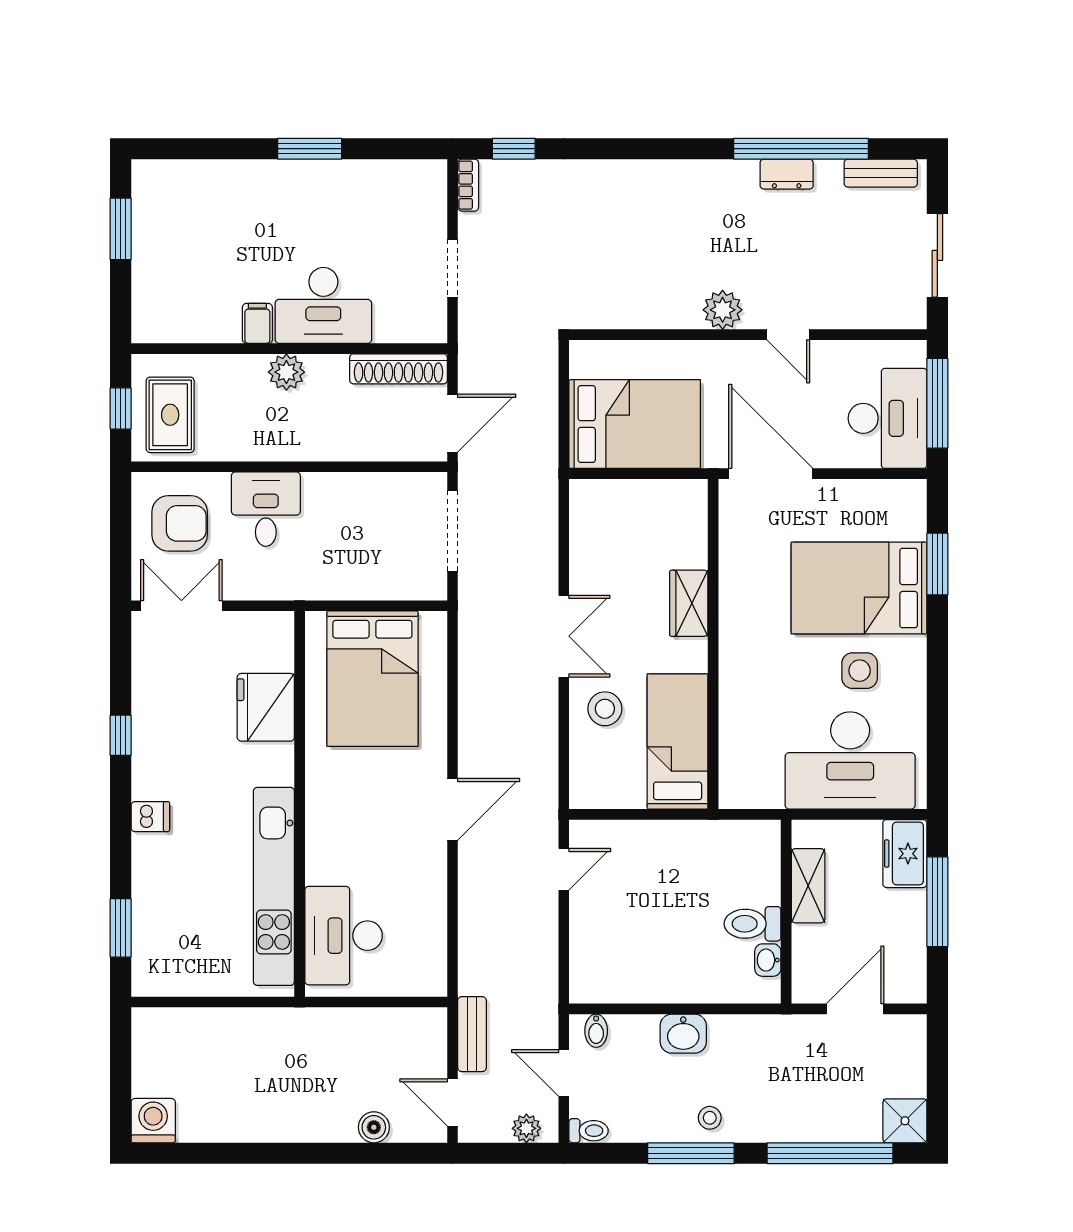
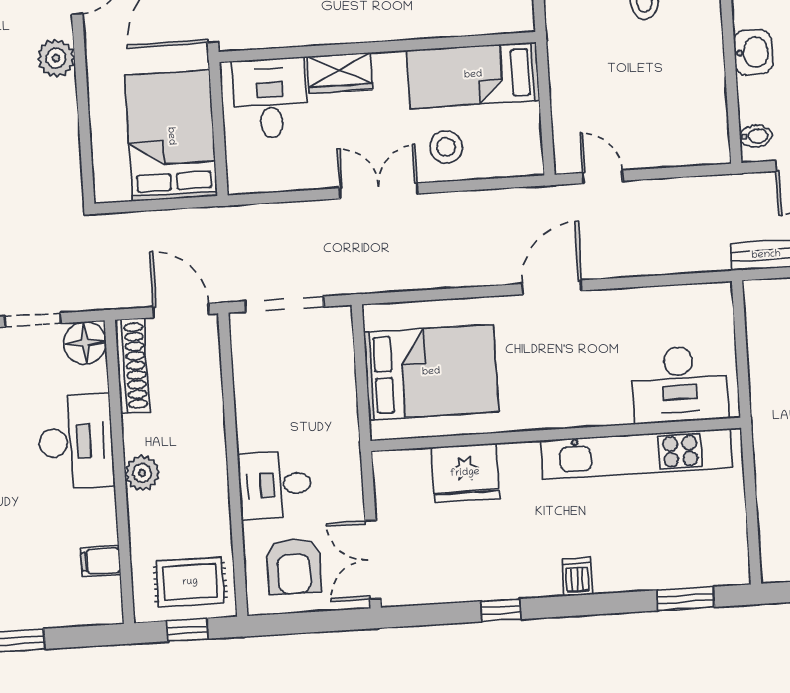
floor lamp: (425, 321) -> (85, 343), added
filing cabinet: (257, 323) -> (101, 561), moved
armchair: (180, 523) -> (294, 566), turned 180
desk: (667, 529) -> (270, 98), added
door: (453, 809) -> (552, 287), hinge flipped

